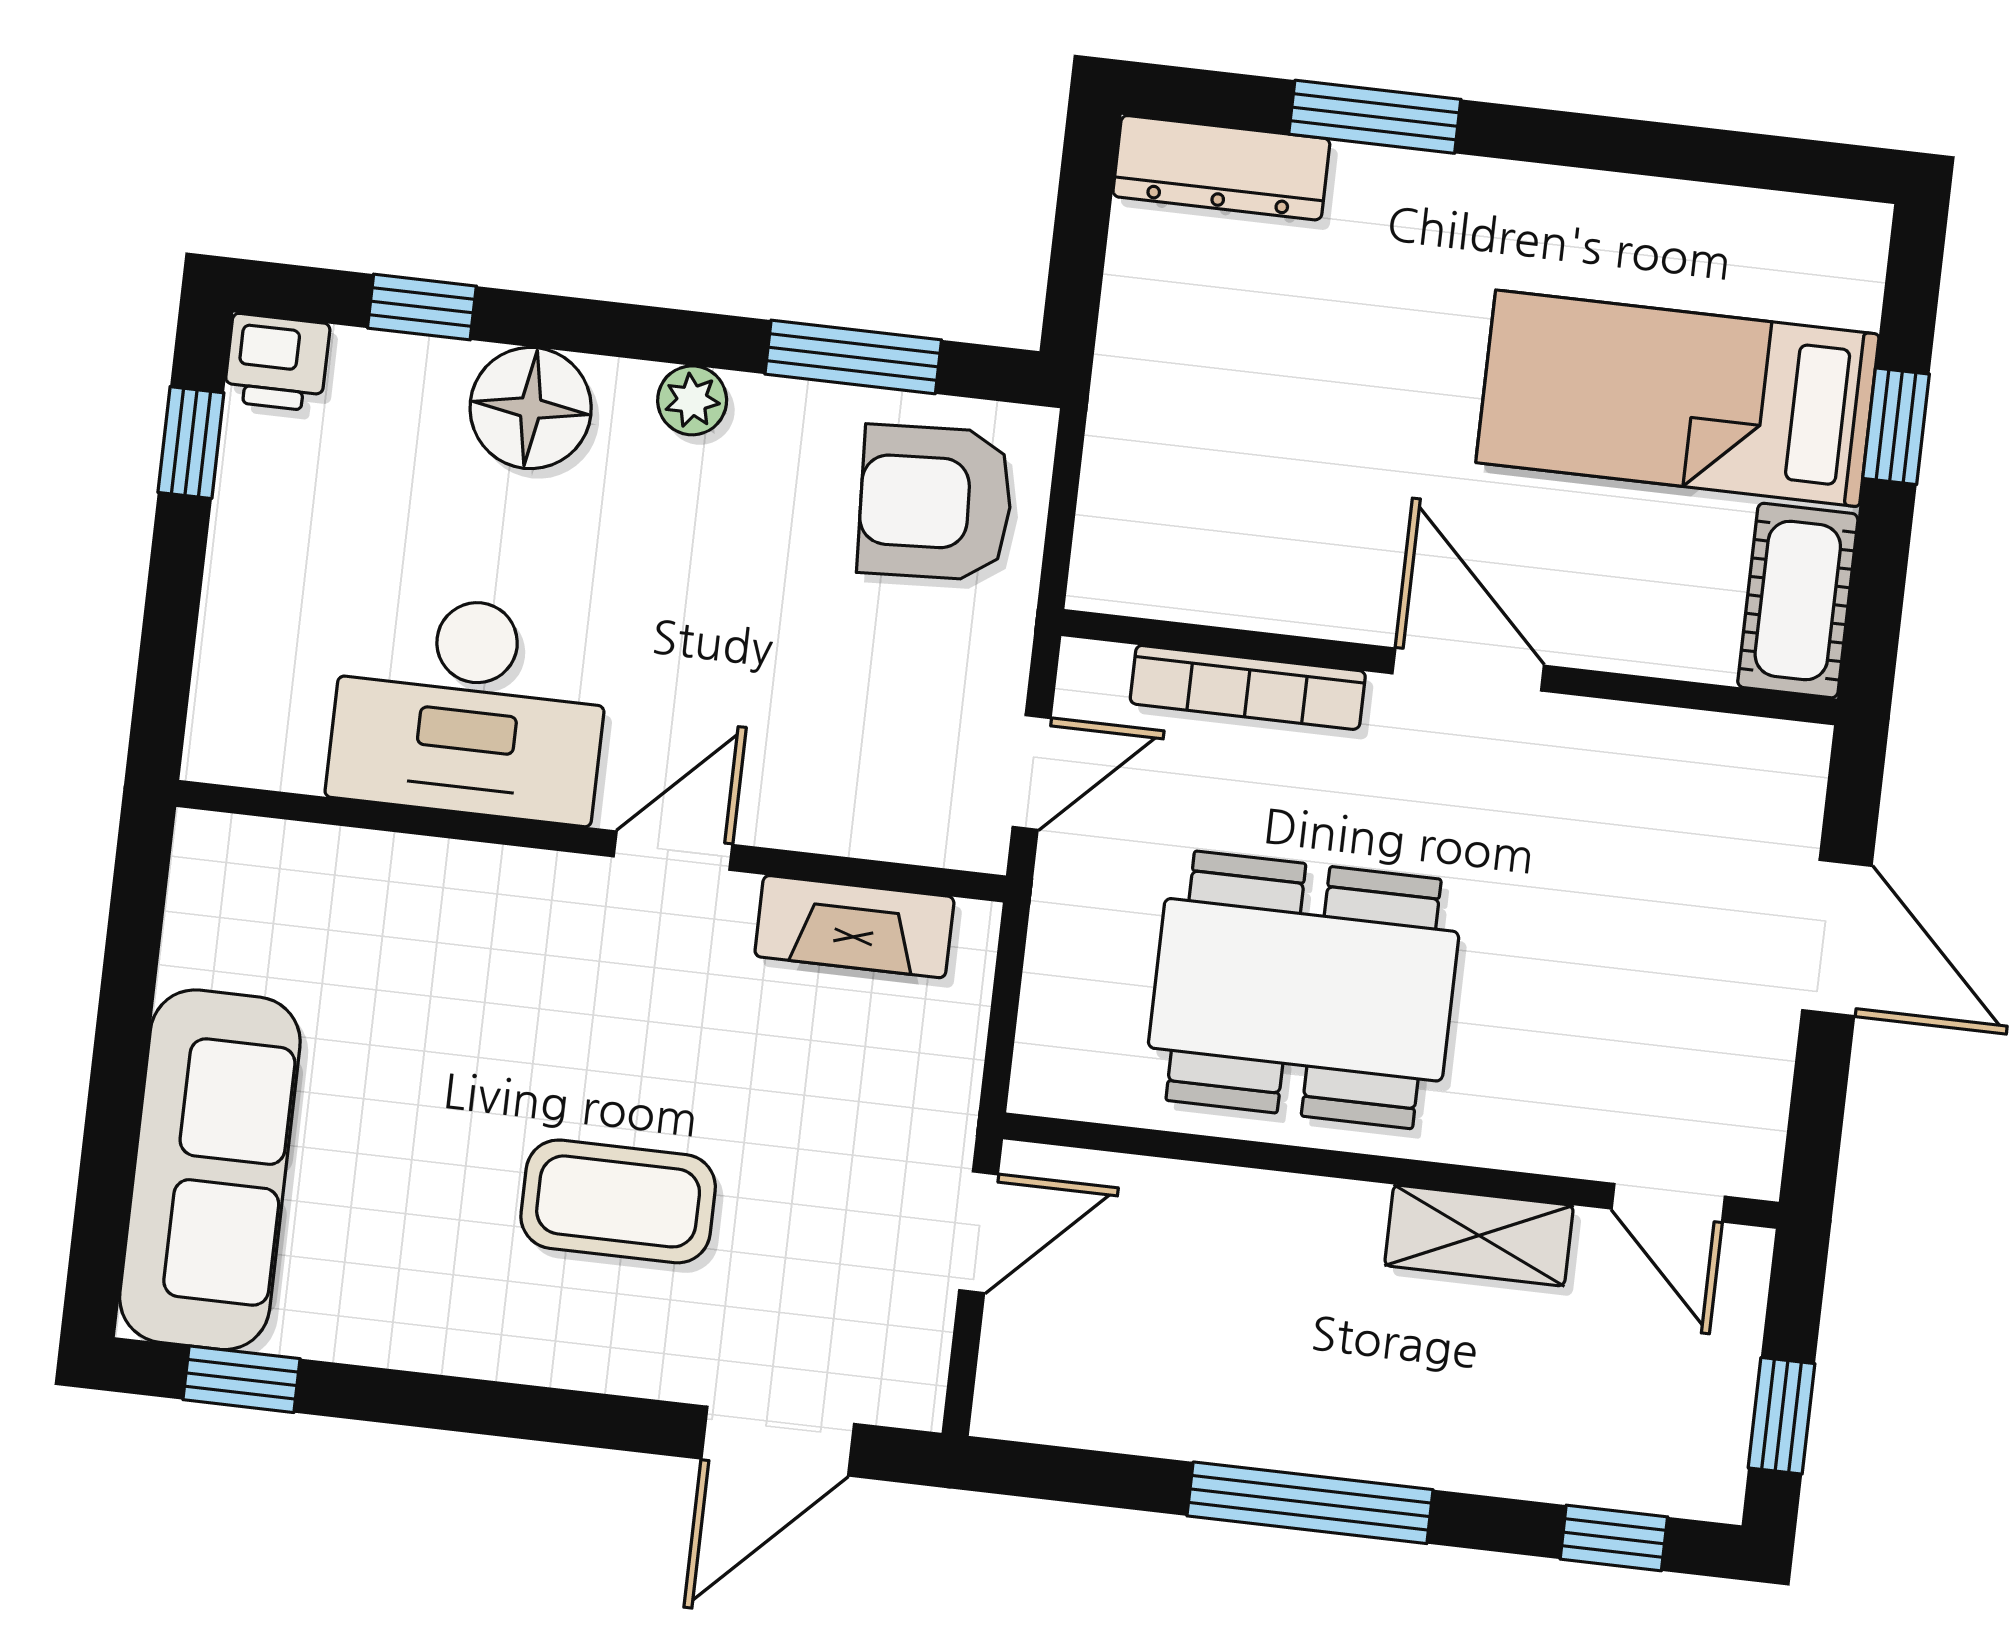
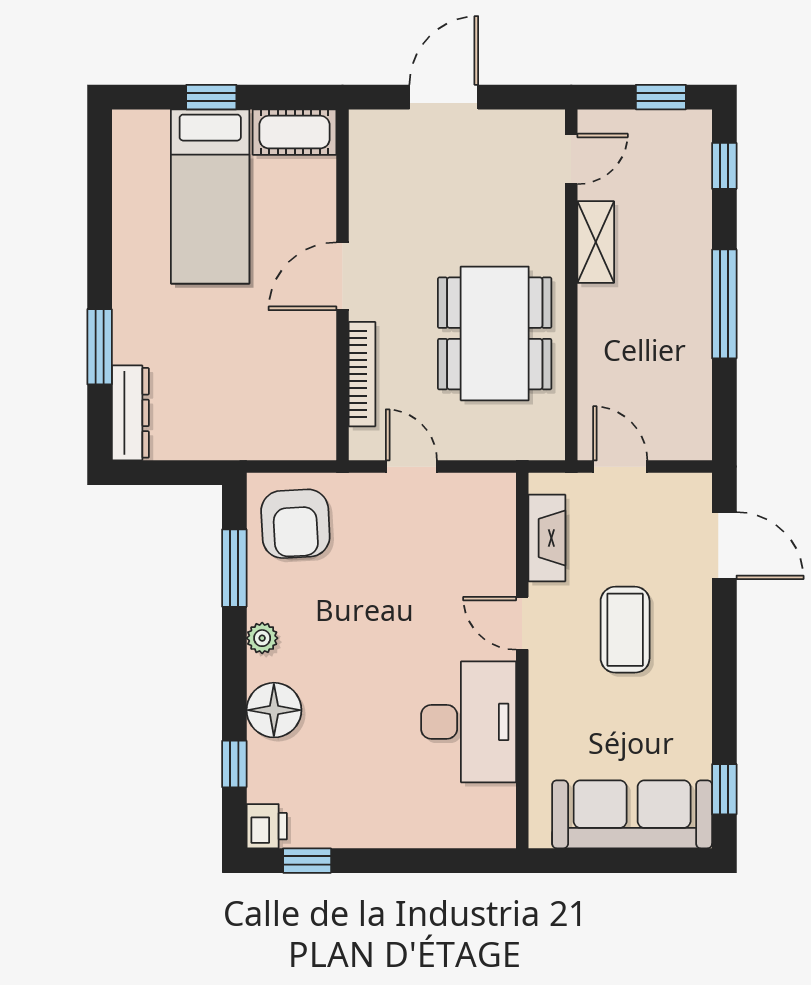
desk: (470, 707) -> (469, 722), moved
wall: (591, 841) -> (522, 660), moved
door: (673, 851) -> (522, 623), moved
fireplace: (854, 927) -> (547, 538), moved

